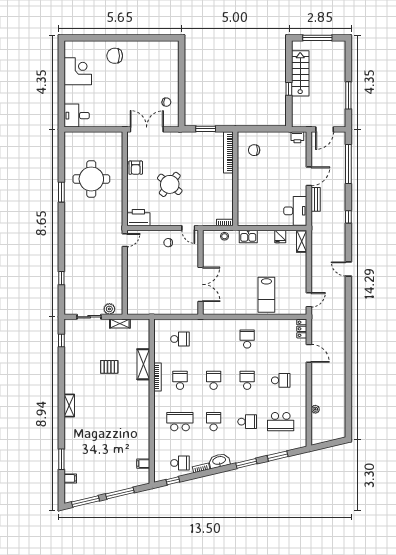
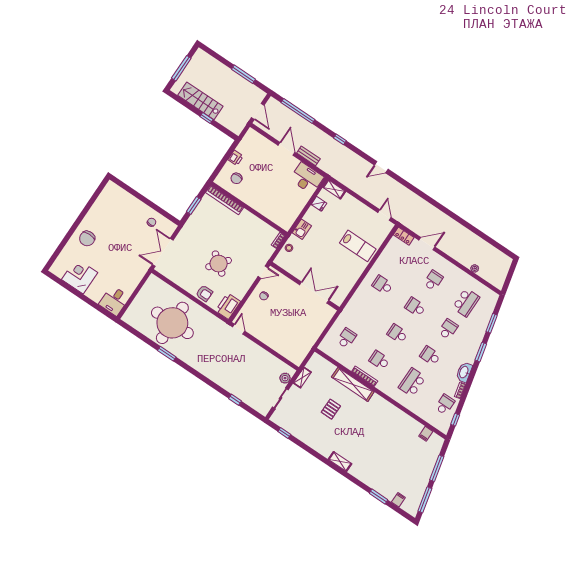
printer: (297, 137) -> (236, 158), moved
armchair: (136, 168) -> (204, 293), moved
round table: (91, 179) -> (172, 323), width x1.36, depth x1.36
shelving: (143, 364) -> (353, 384), width x1.47

